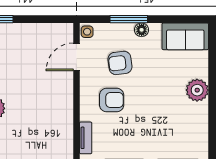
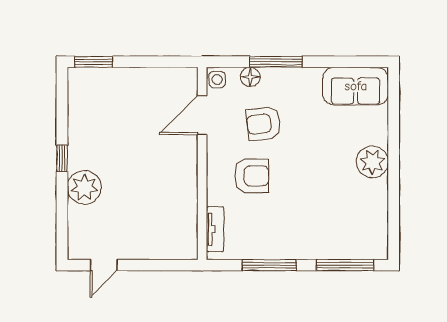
floor lamp: (142, 30) -> (250, 77), moved

